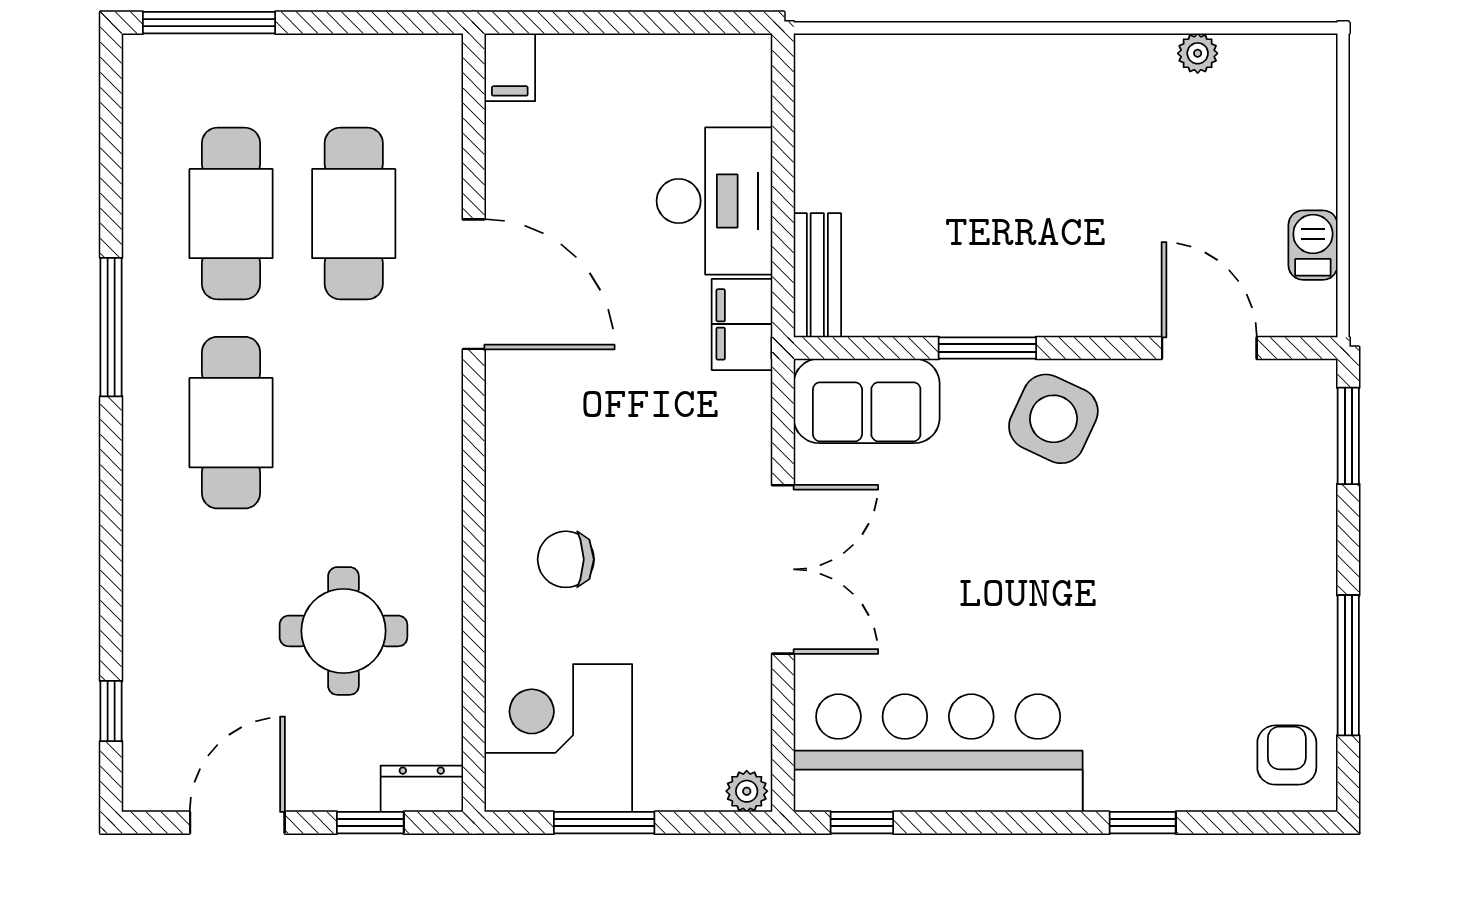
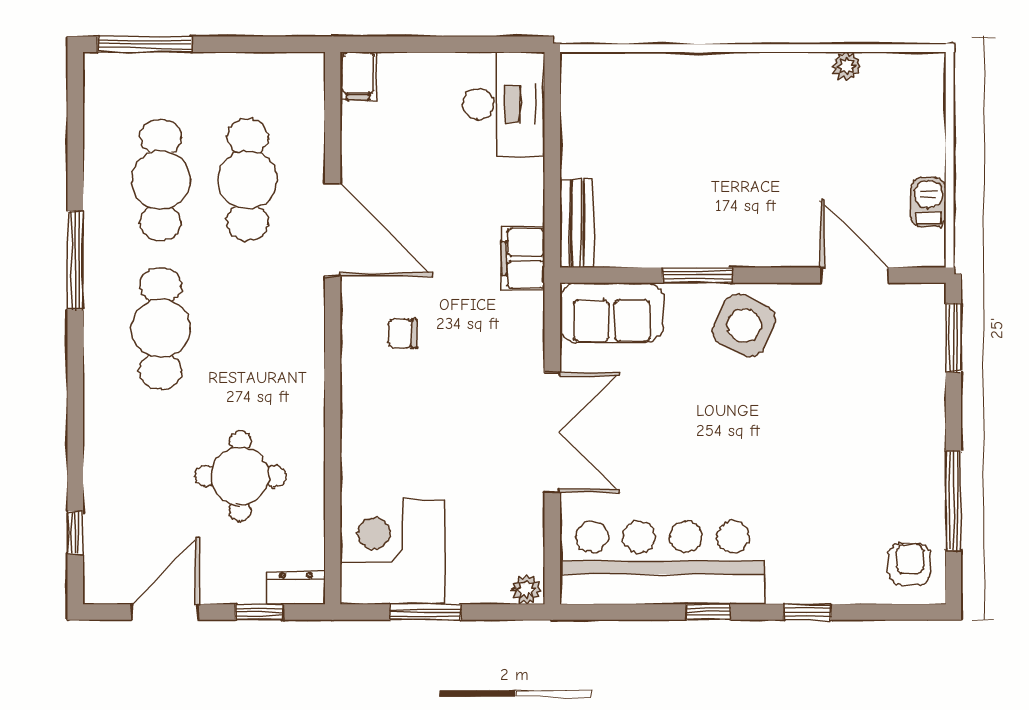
desk: (714, 201) -> (504, 104), moved
chair: (566, 559) -> (403, 334), moved, width x0.73, depth x0.73
window: (862, 823) -> (708, 612), moved

